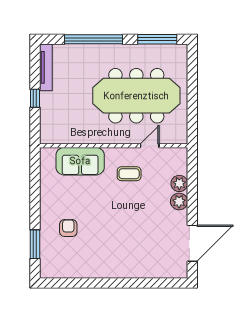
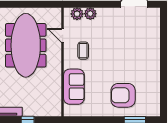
plant: (179, 201) -> (77, 14), moved
armchair: (68, 228) -> (123, 95), width x1.88, depth x1.88

